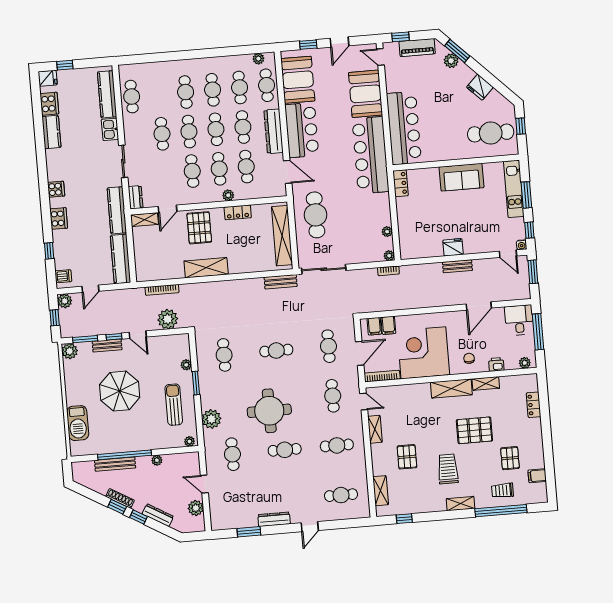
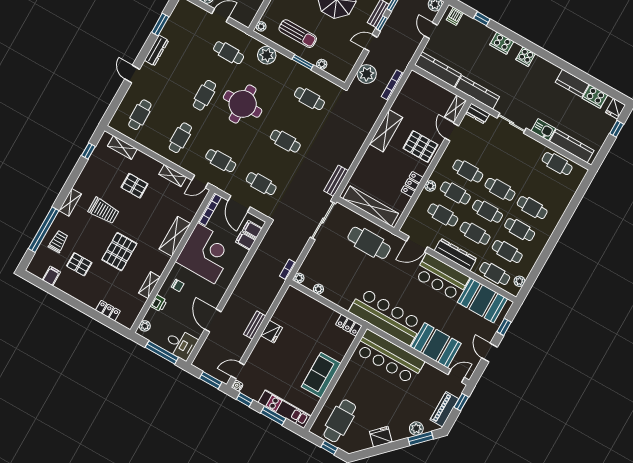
cafe table: (162, 134) -> (512, 167), removed
cafe table: (276, 351) -> (285, 141), turned 90
shelving: (451, 389) -> (175, 236), moved

